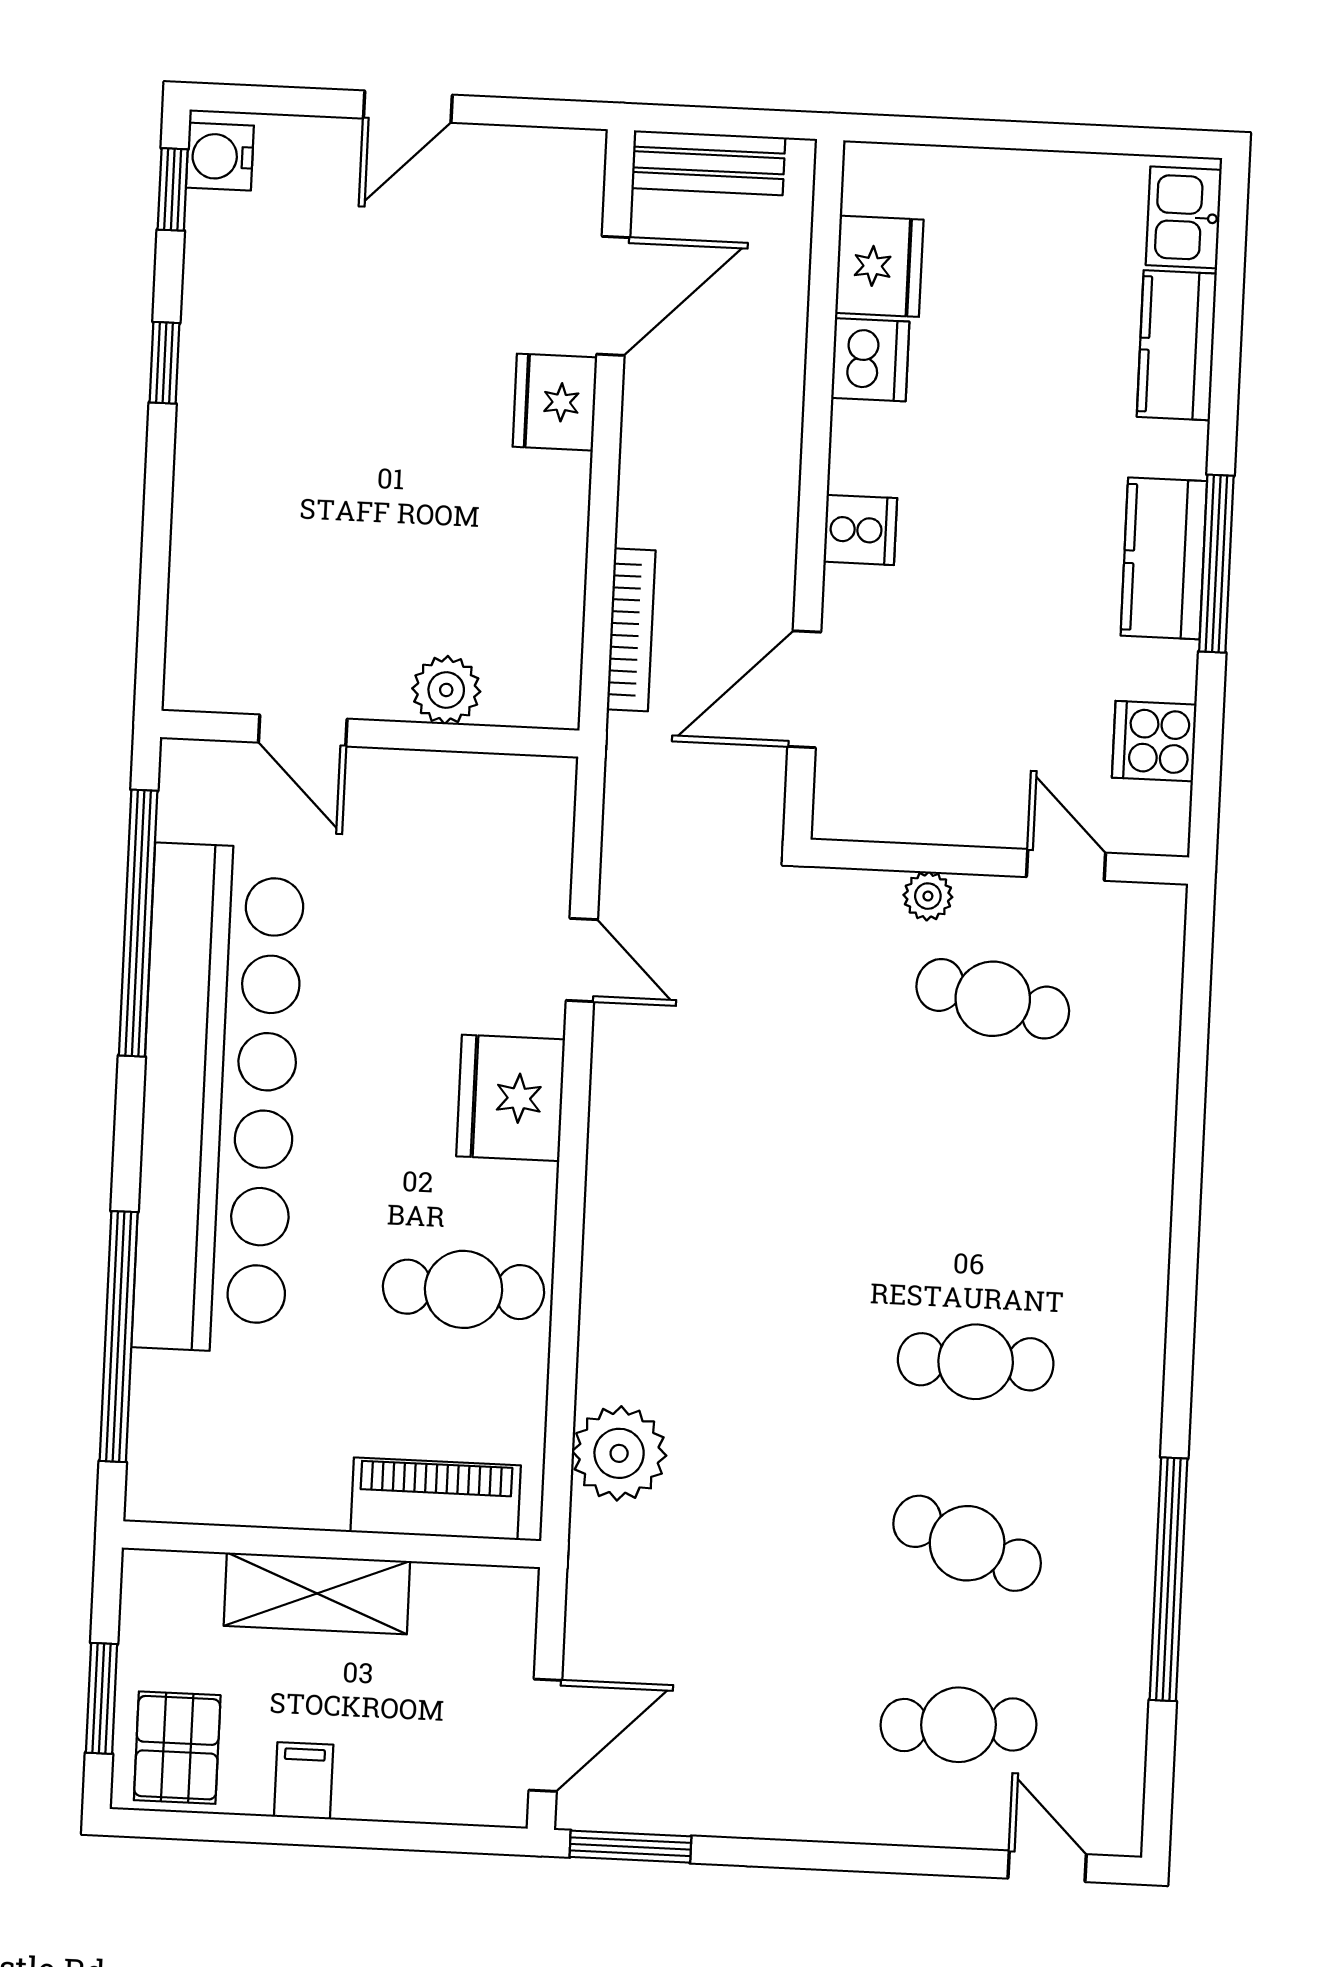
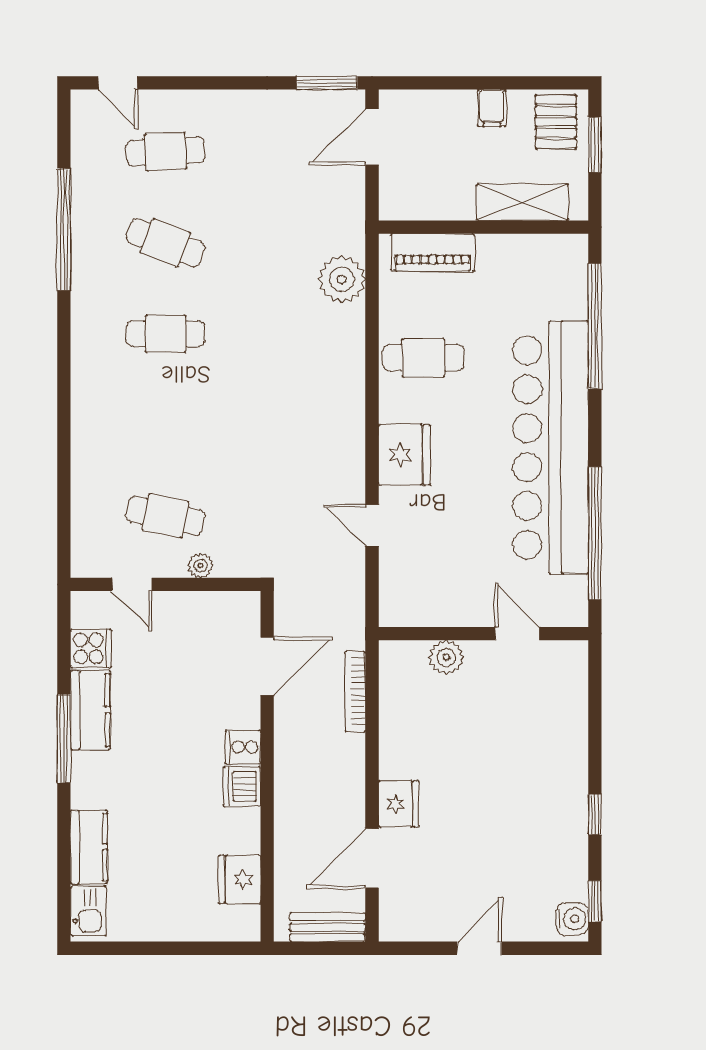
dishwasher: (870, 360) -> (242, 787), moved
kitchen counter: (1164, 558) -> (90, 710), moved
shelving: (317, 1593) -> (522, 202), moved

